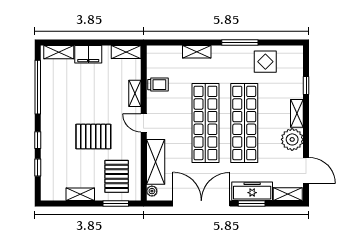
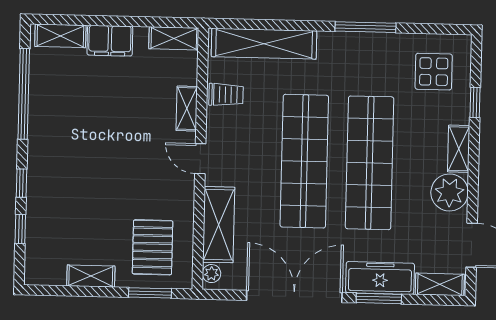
shelving: (197, 52) -> (264, 44), width x2.20, depth x1.33
display table: (265, 62) -> (434, 72), moved
pallet: (93, 137) -> (115, 179), removed

